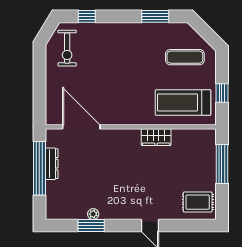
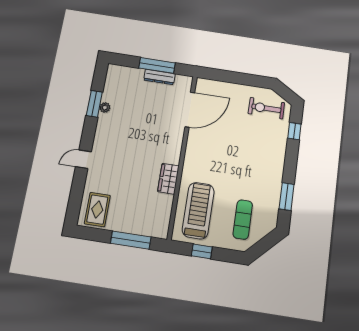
window: (39, 168) -> (157, 65), width x0.68

